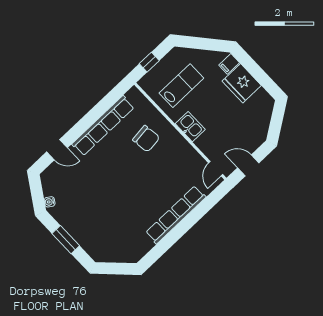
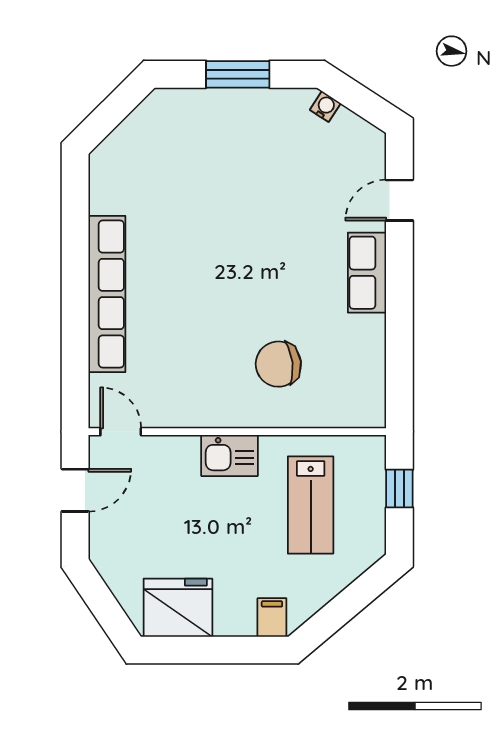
fridge: (242, 83) -> (178, 608), moved
row of seats: (103, 126) -> (367, 273), width x0.50

